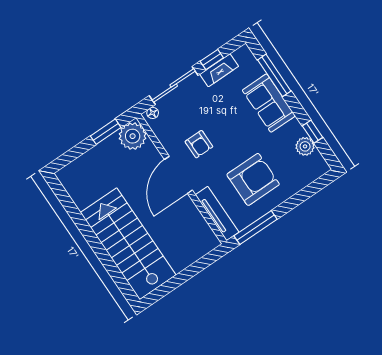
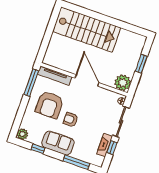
sofa: (269, 103) -> (58, 143), moved
window: (106, 132) -> (141, 64), moved
armchair: (199, 144) -> (71, 120), moved
plant: (305, 146) -> (22, 134), moved

